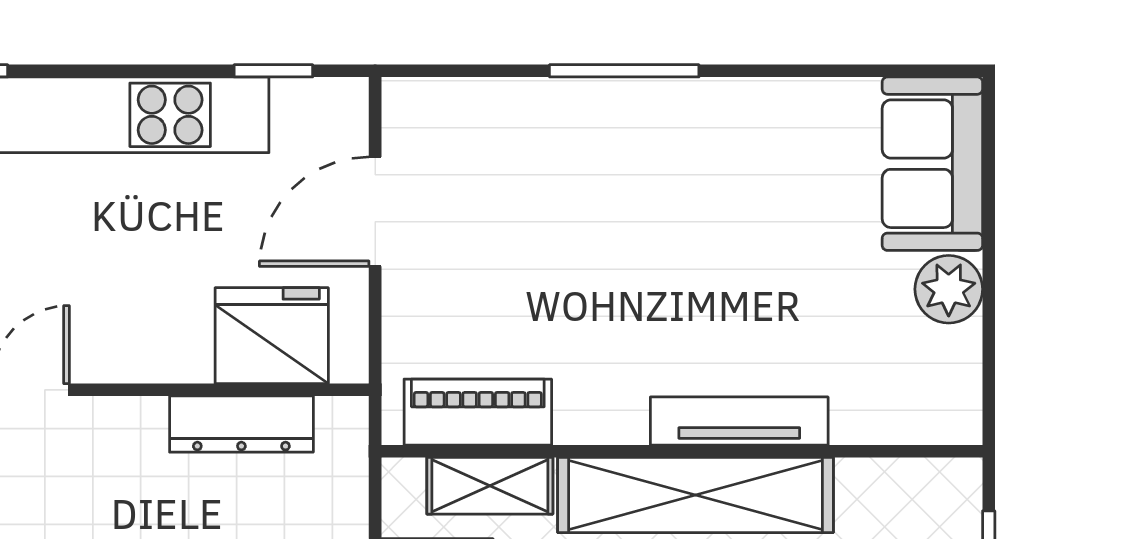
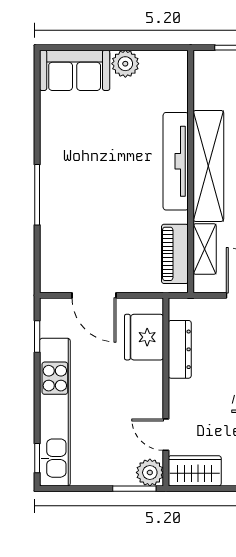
tv unit: (739, 421) -> (176, 161), width x1.36, depth x1.29

